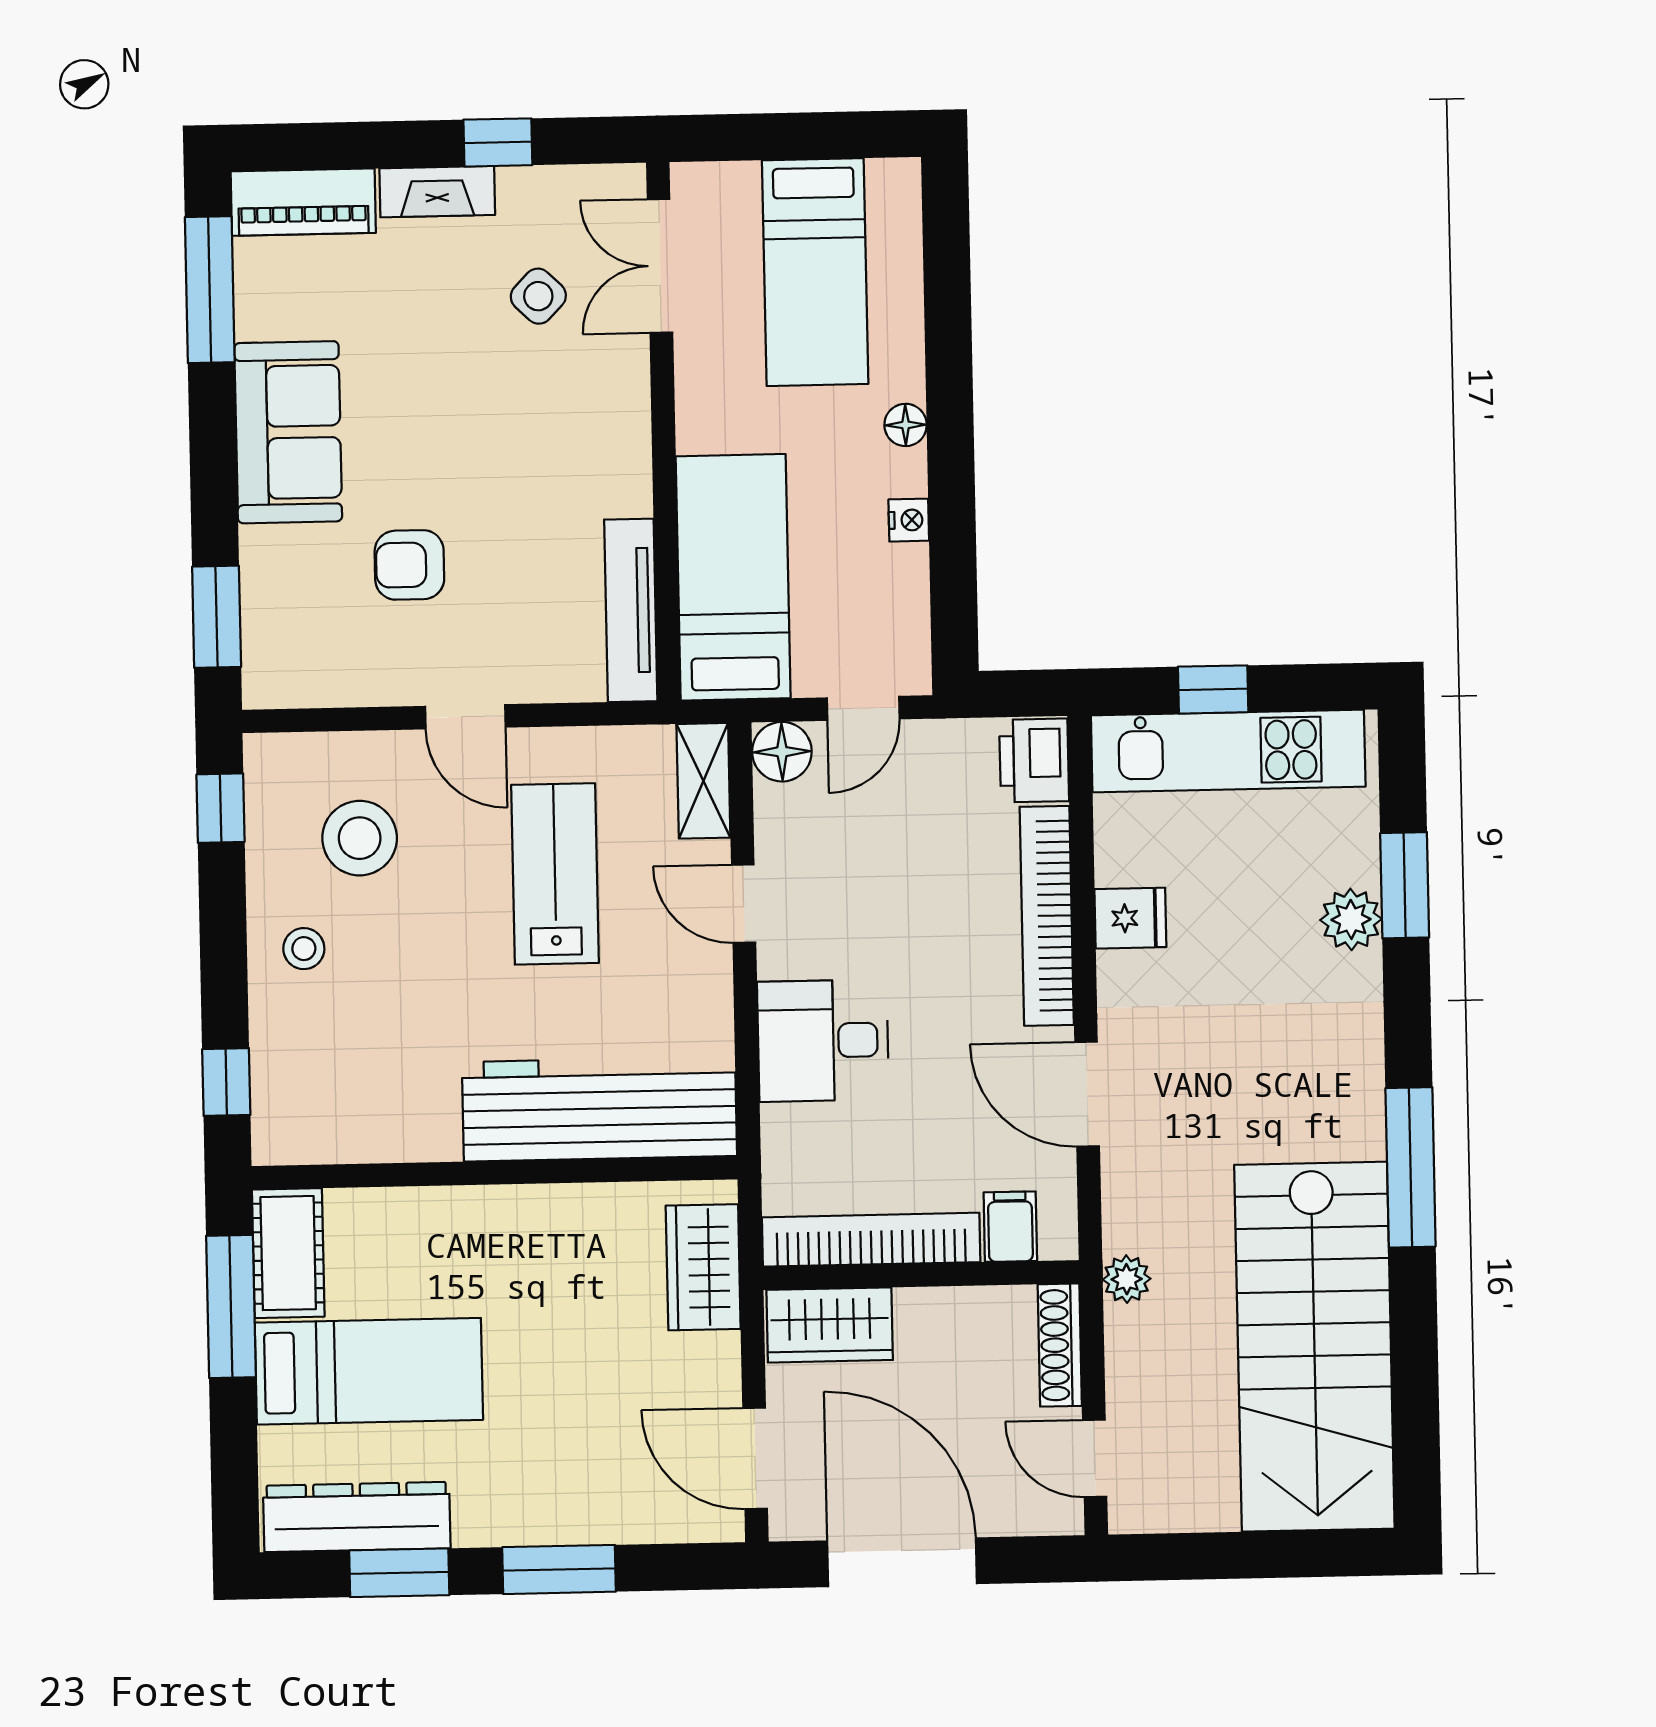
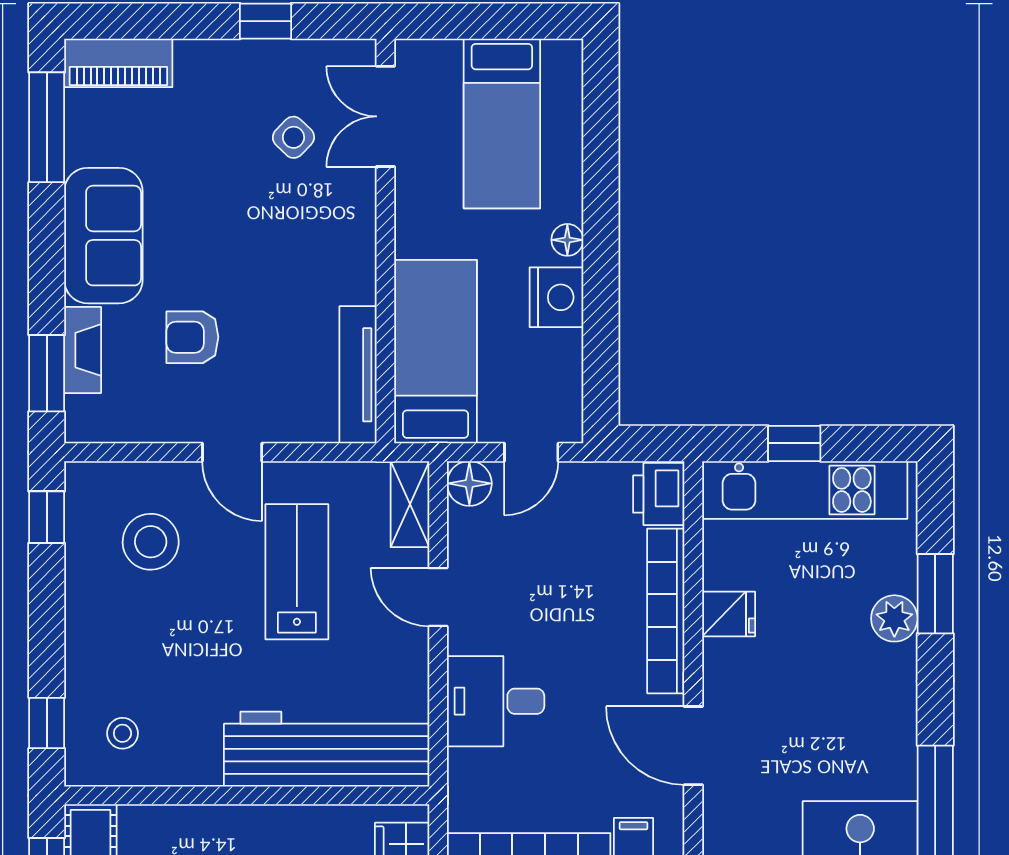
fireplace: (437, 192) -> (83, 350), moved, turned -90
nightstand: (909, 520) -> (556, 297), width x1.89, depth x1.79
stool: (304, 949) -> (122, 733), moved

